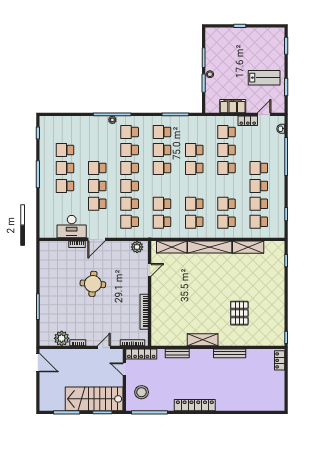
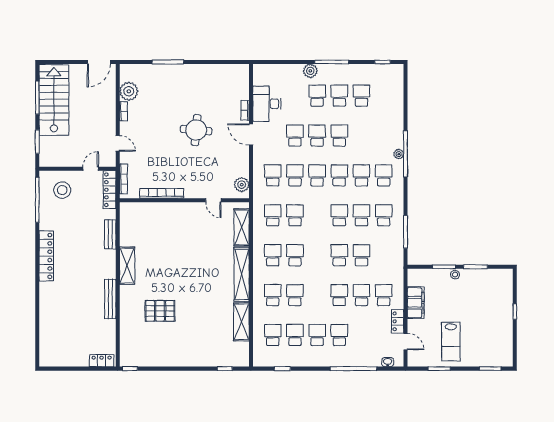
plant: (45, 191) -> (310, 71), added
stairs: (94, 399) -> (54, 100), moved

